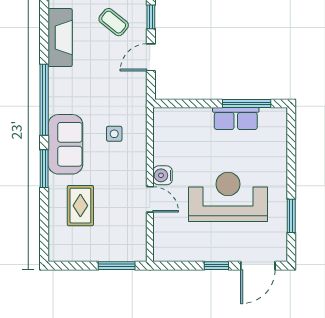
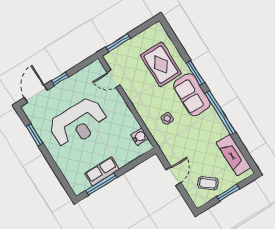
window: (151, 17) -> (188, 200), removed
water cooler: (163, 175) -> (140, 137), moved
door: (150, 199) -> (114, 79), moved
rug: (80, 206) -> (161, 64), width x1.36, depth x1.43

